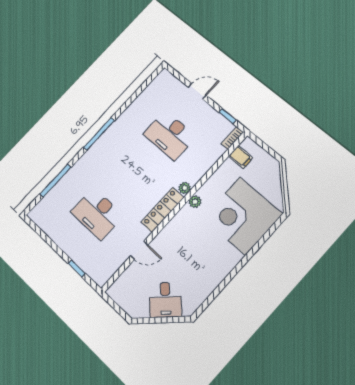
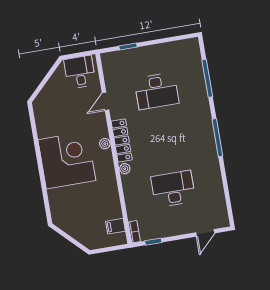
door: (197, 91) -> (205, 233), moved
plant: (195, 202) -> (105, 144), moved
desk: (97, 214) -> (157, 91), turned 180
corner desk: (243, 216) -> (67, 160), moved
desk: (165, 300) -> (80, 72), moved, turned 45

